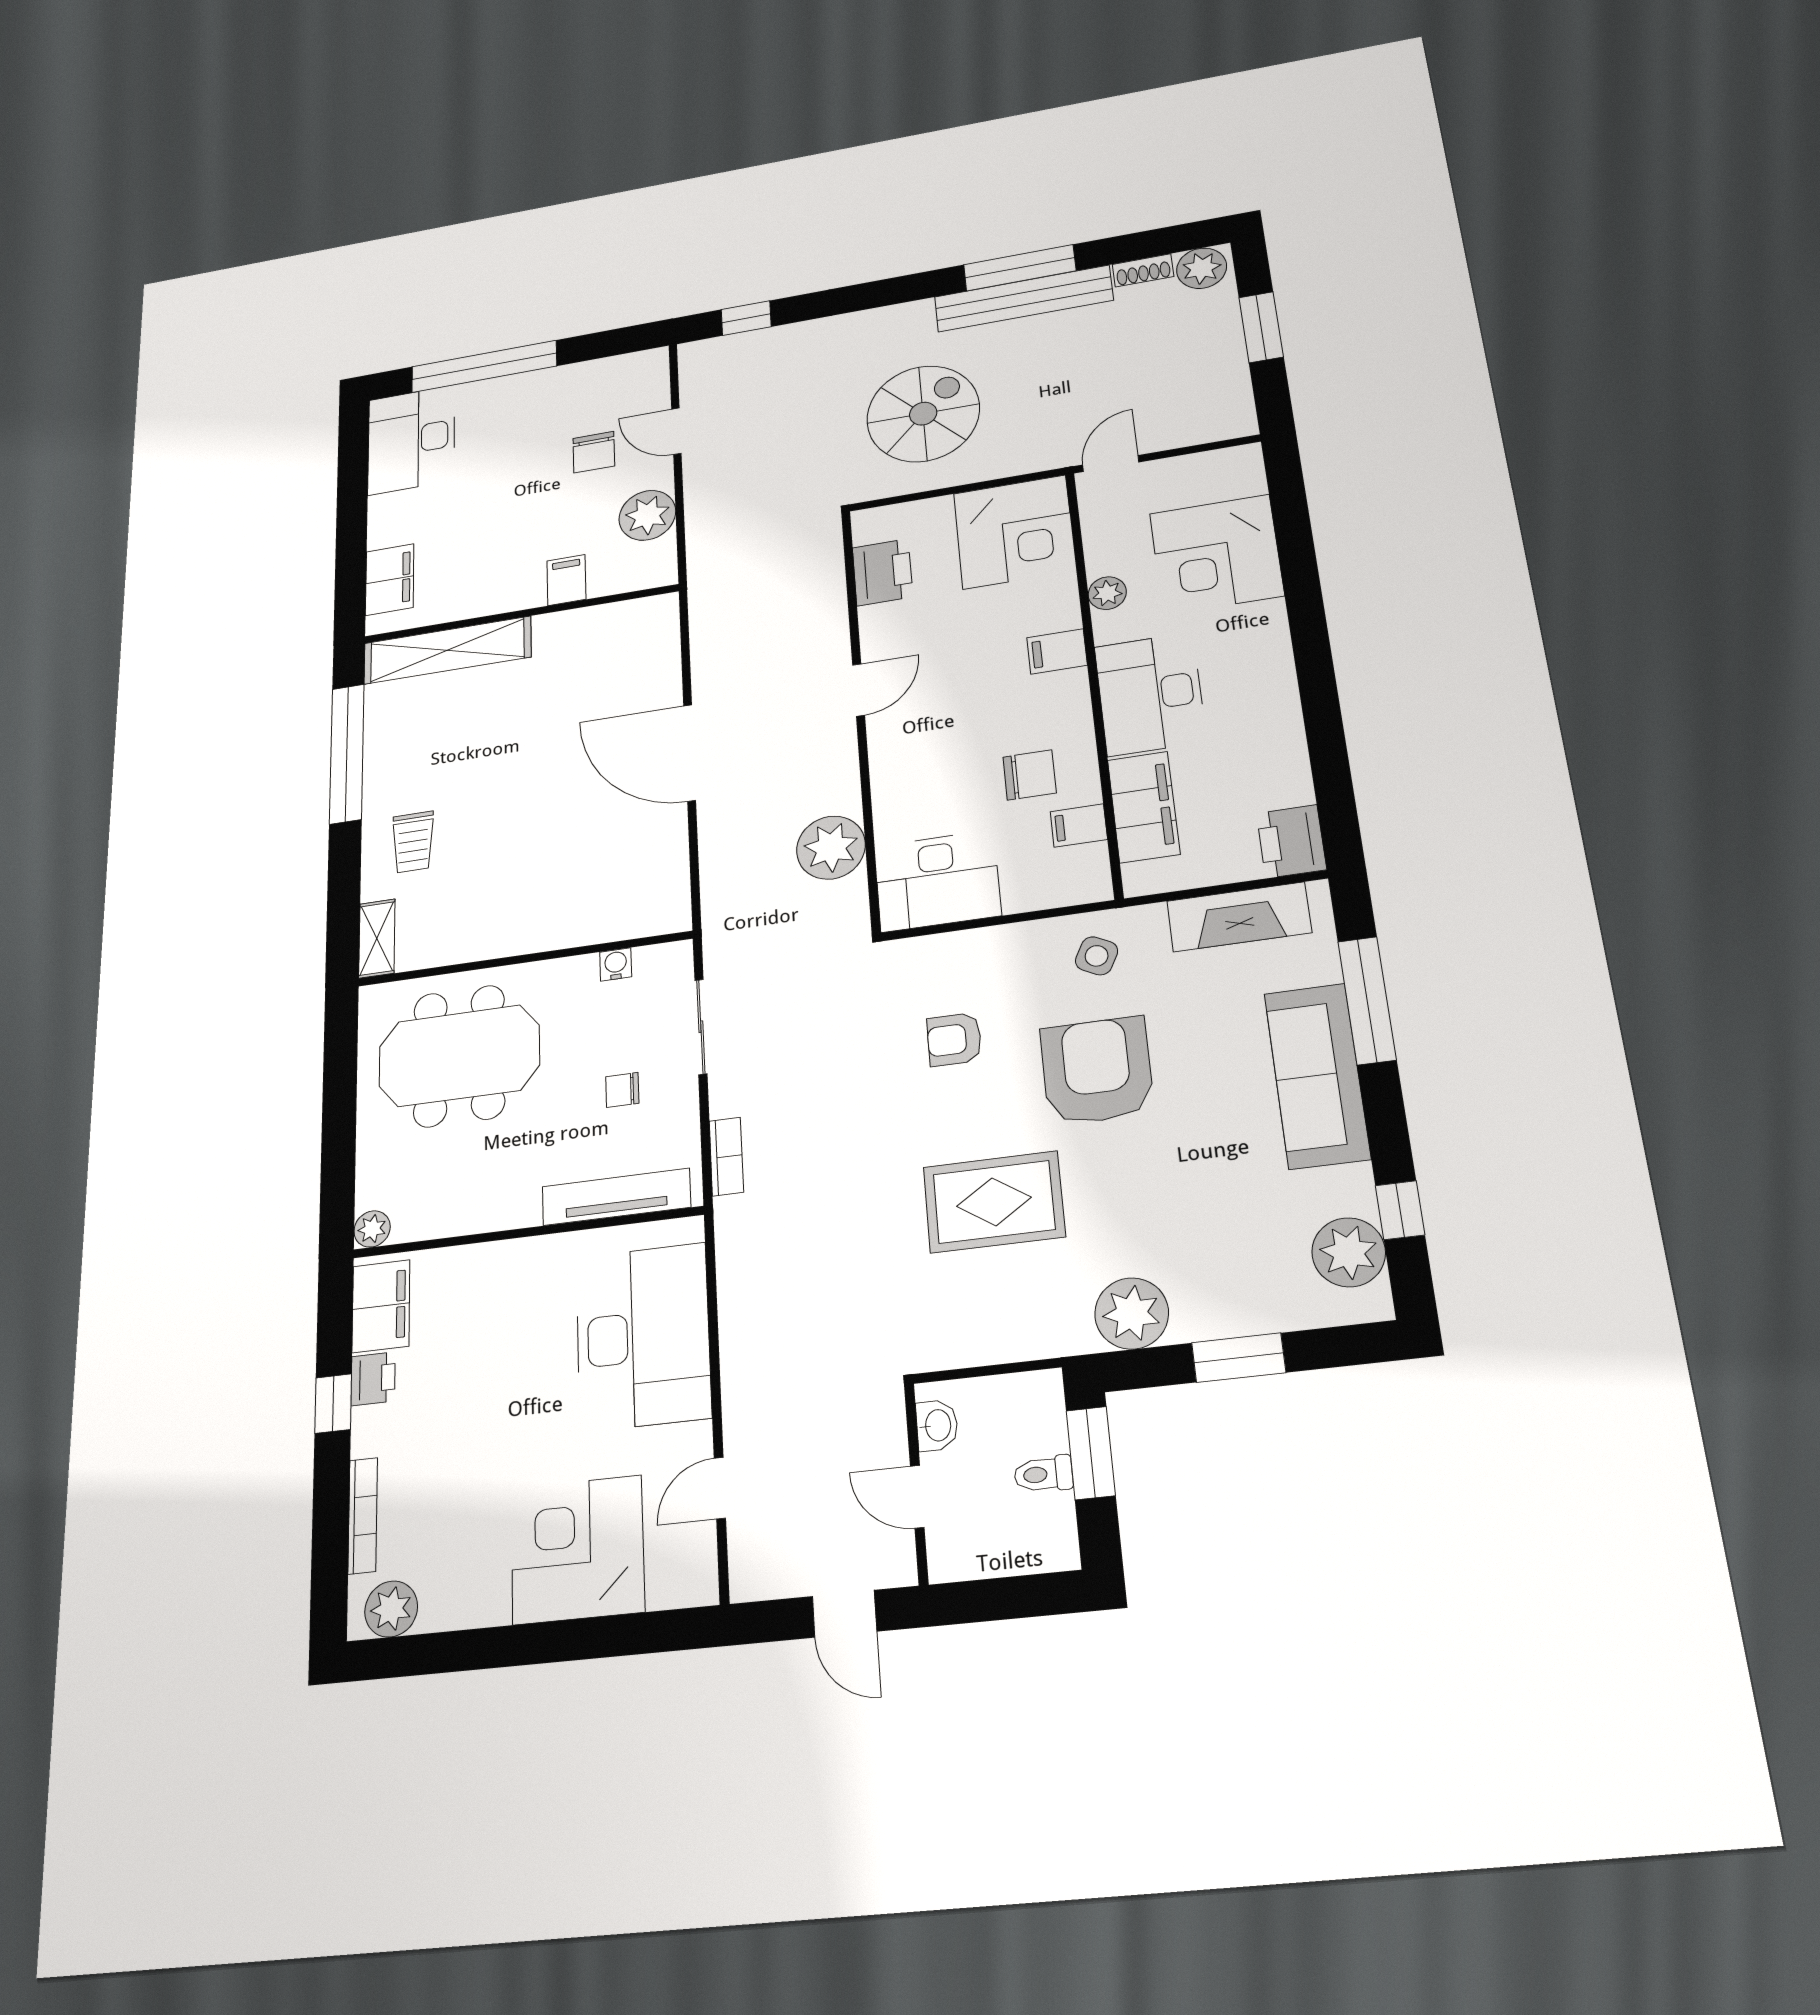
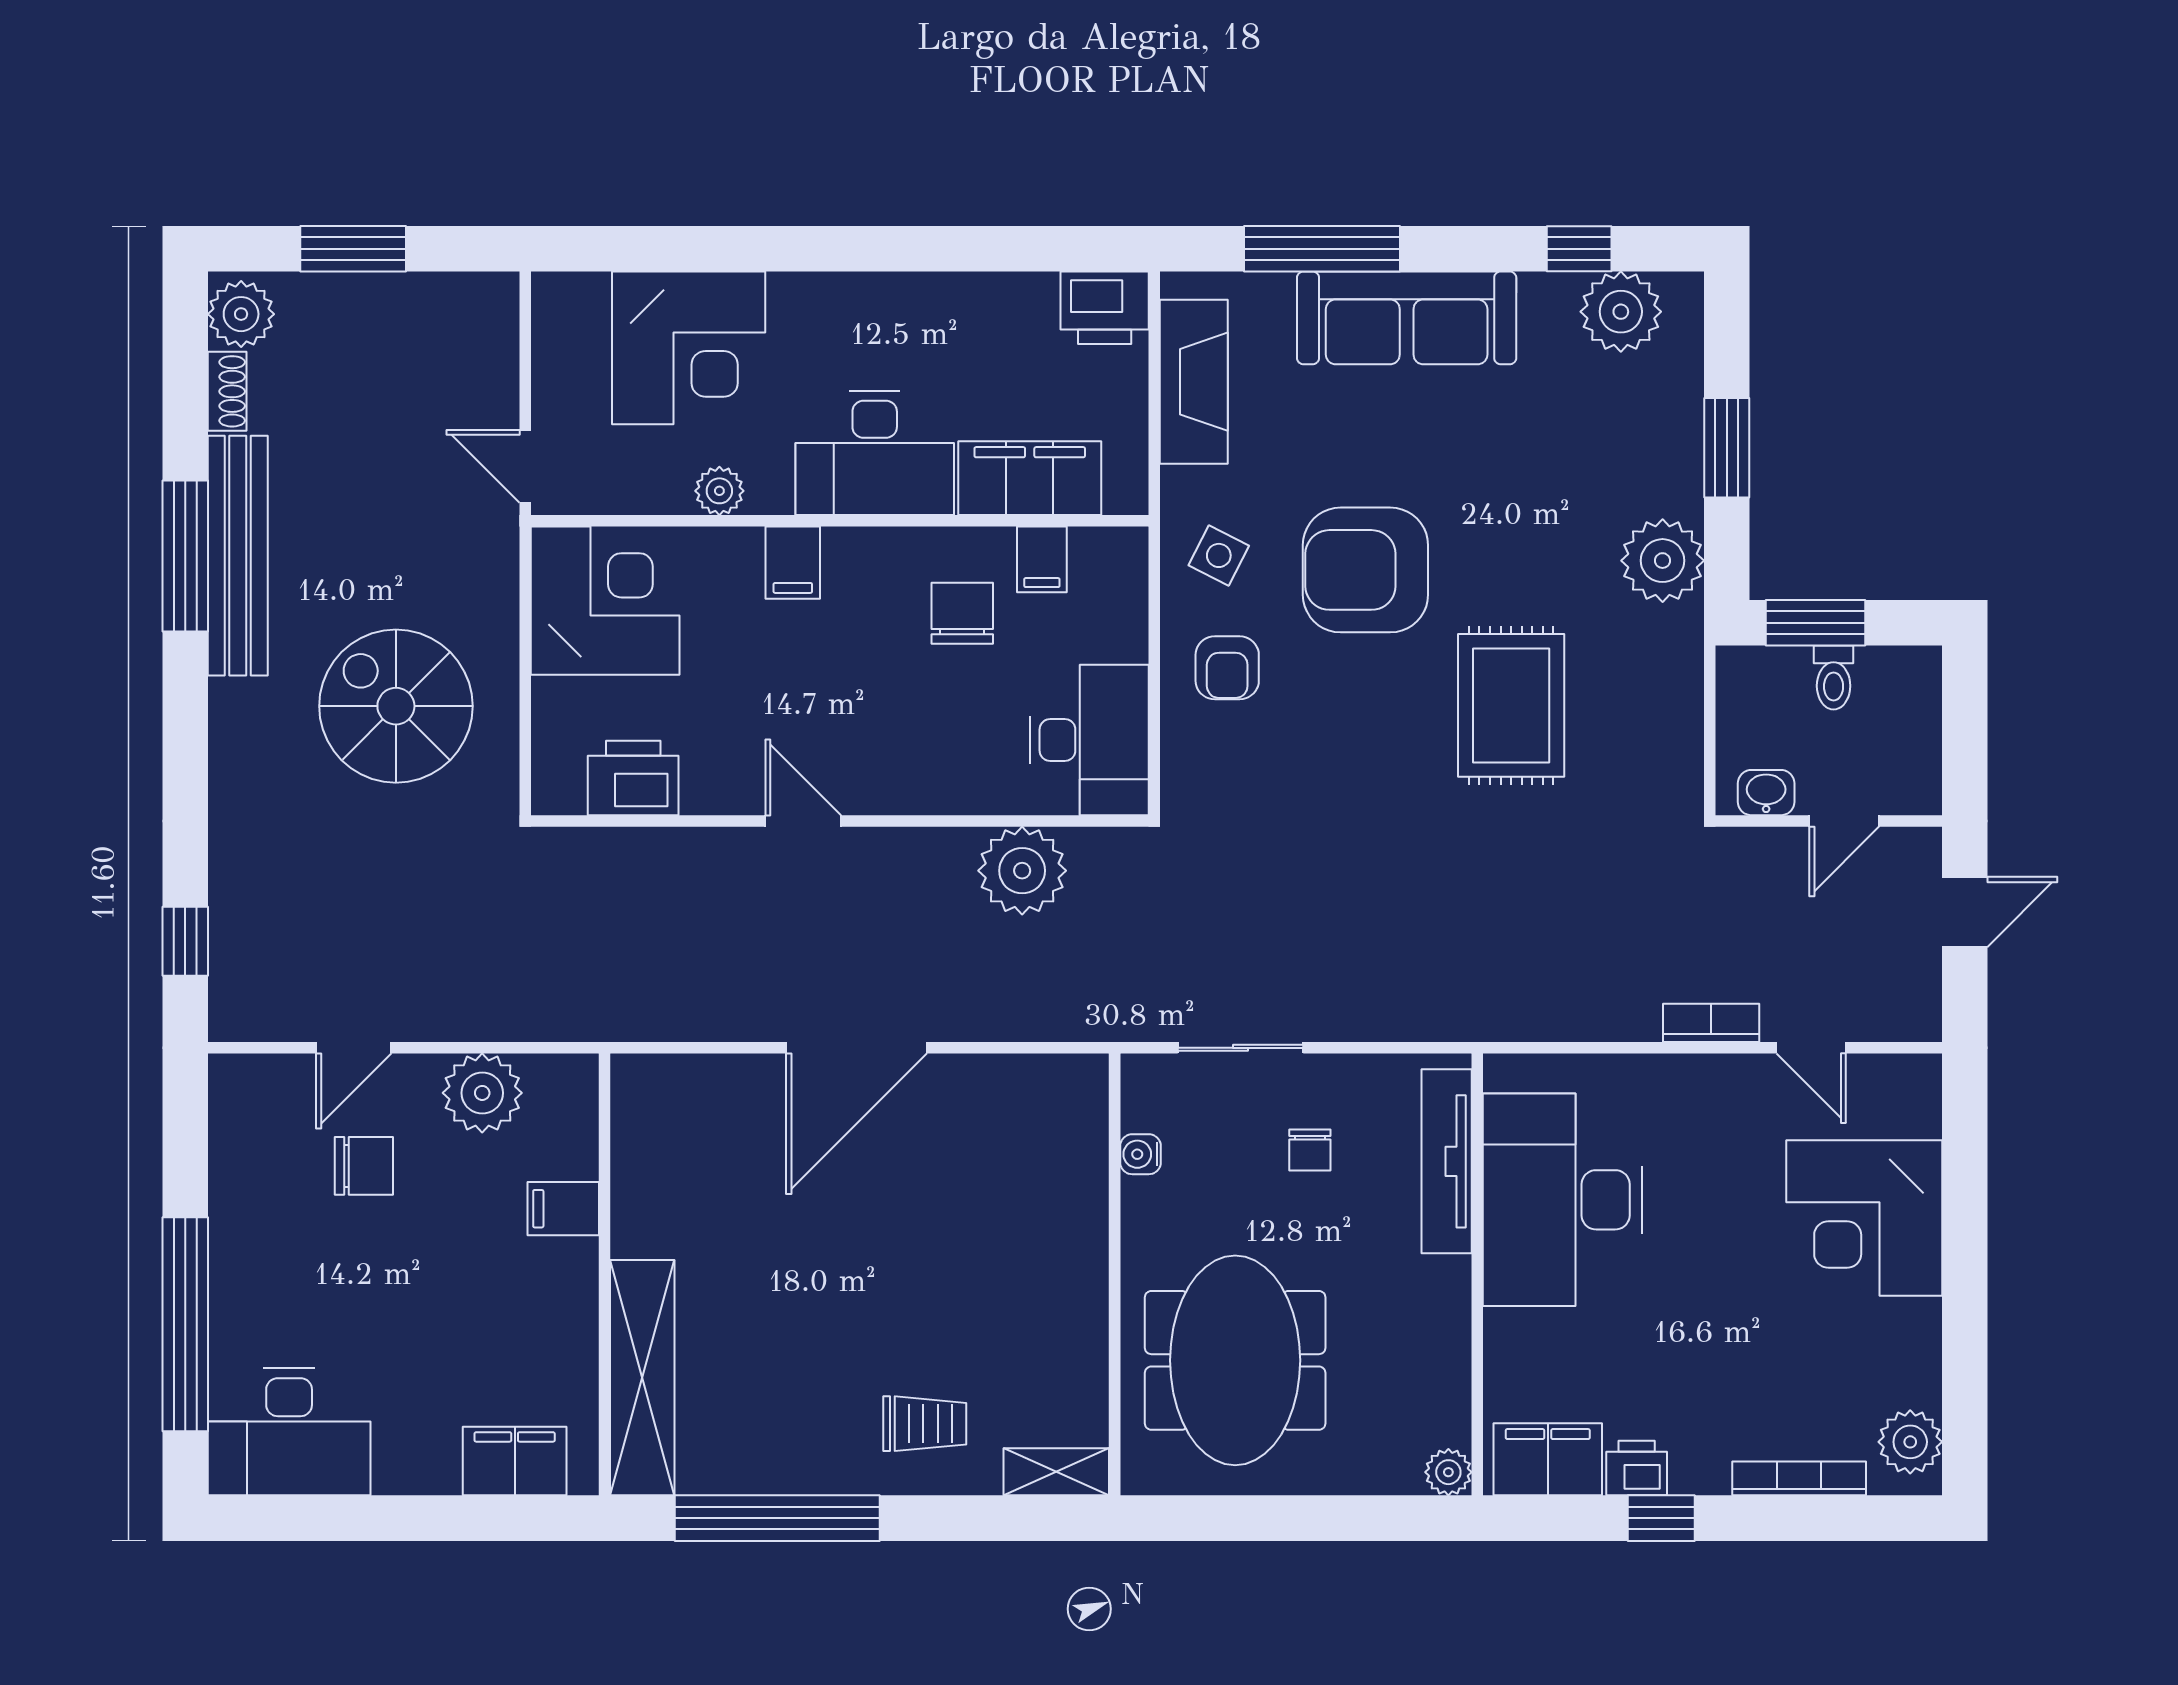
armchair: (954, 1039) -> (1227, 668), moved
bookcase: (726, 1156) -> (1711, 1023), moved
desk: (643, 1337) -> (1563, 1200), moved, turned -90

